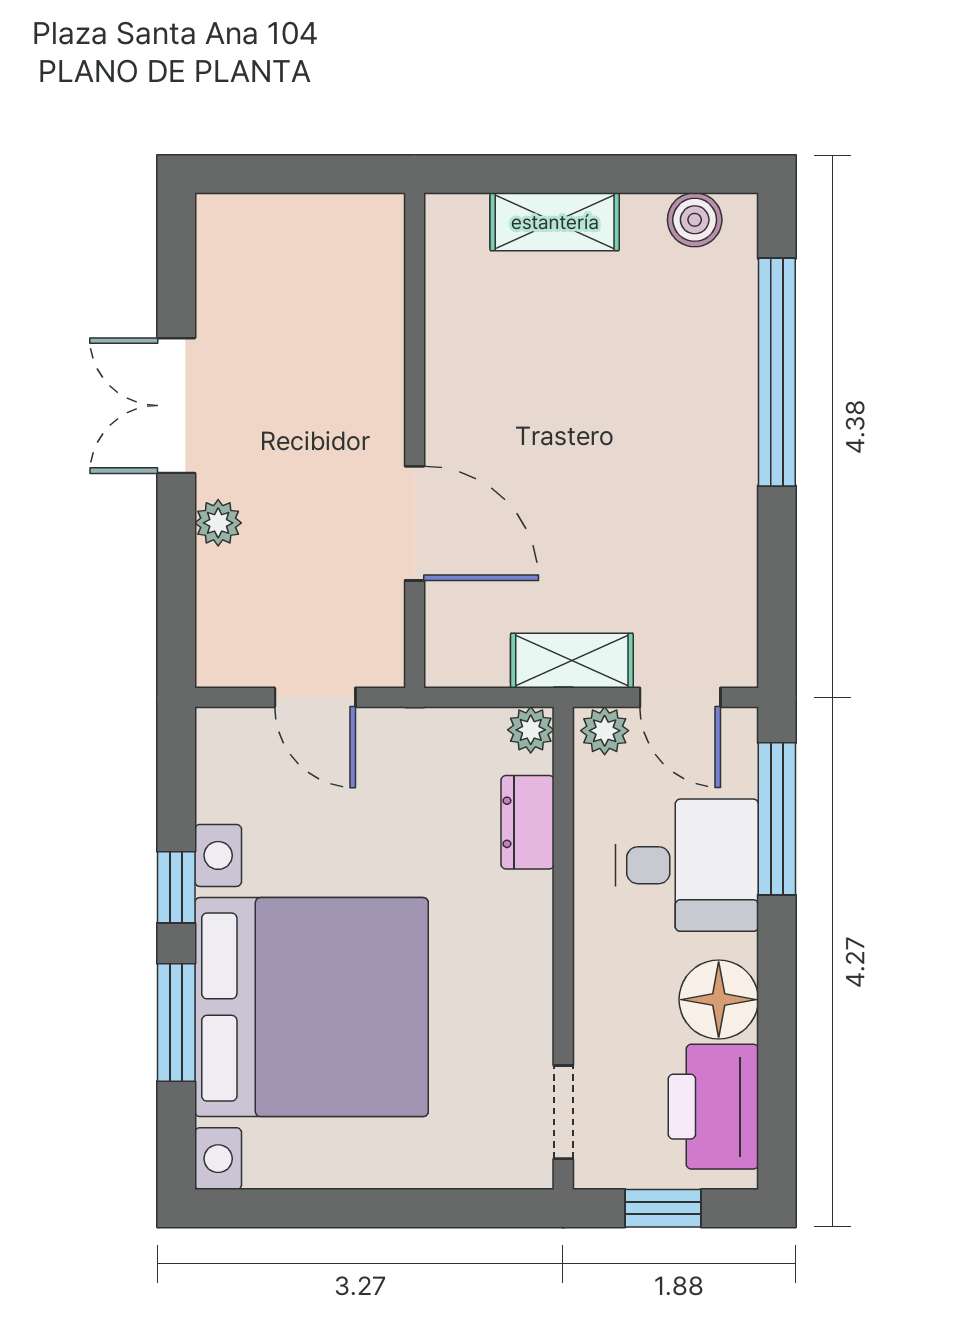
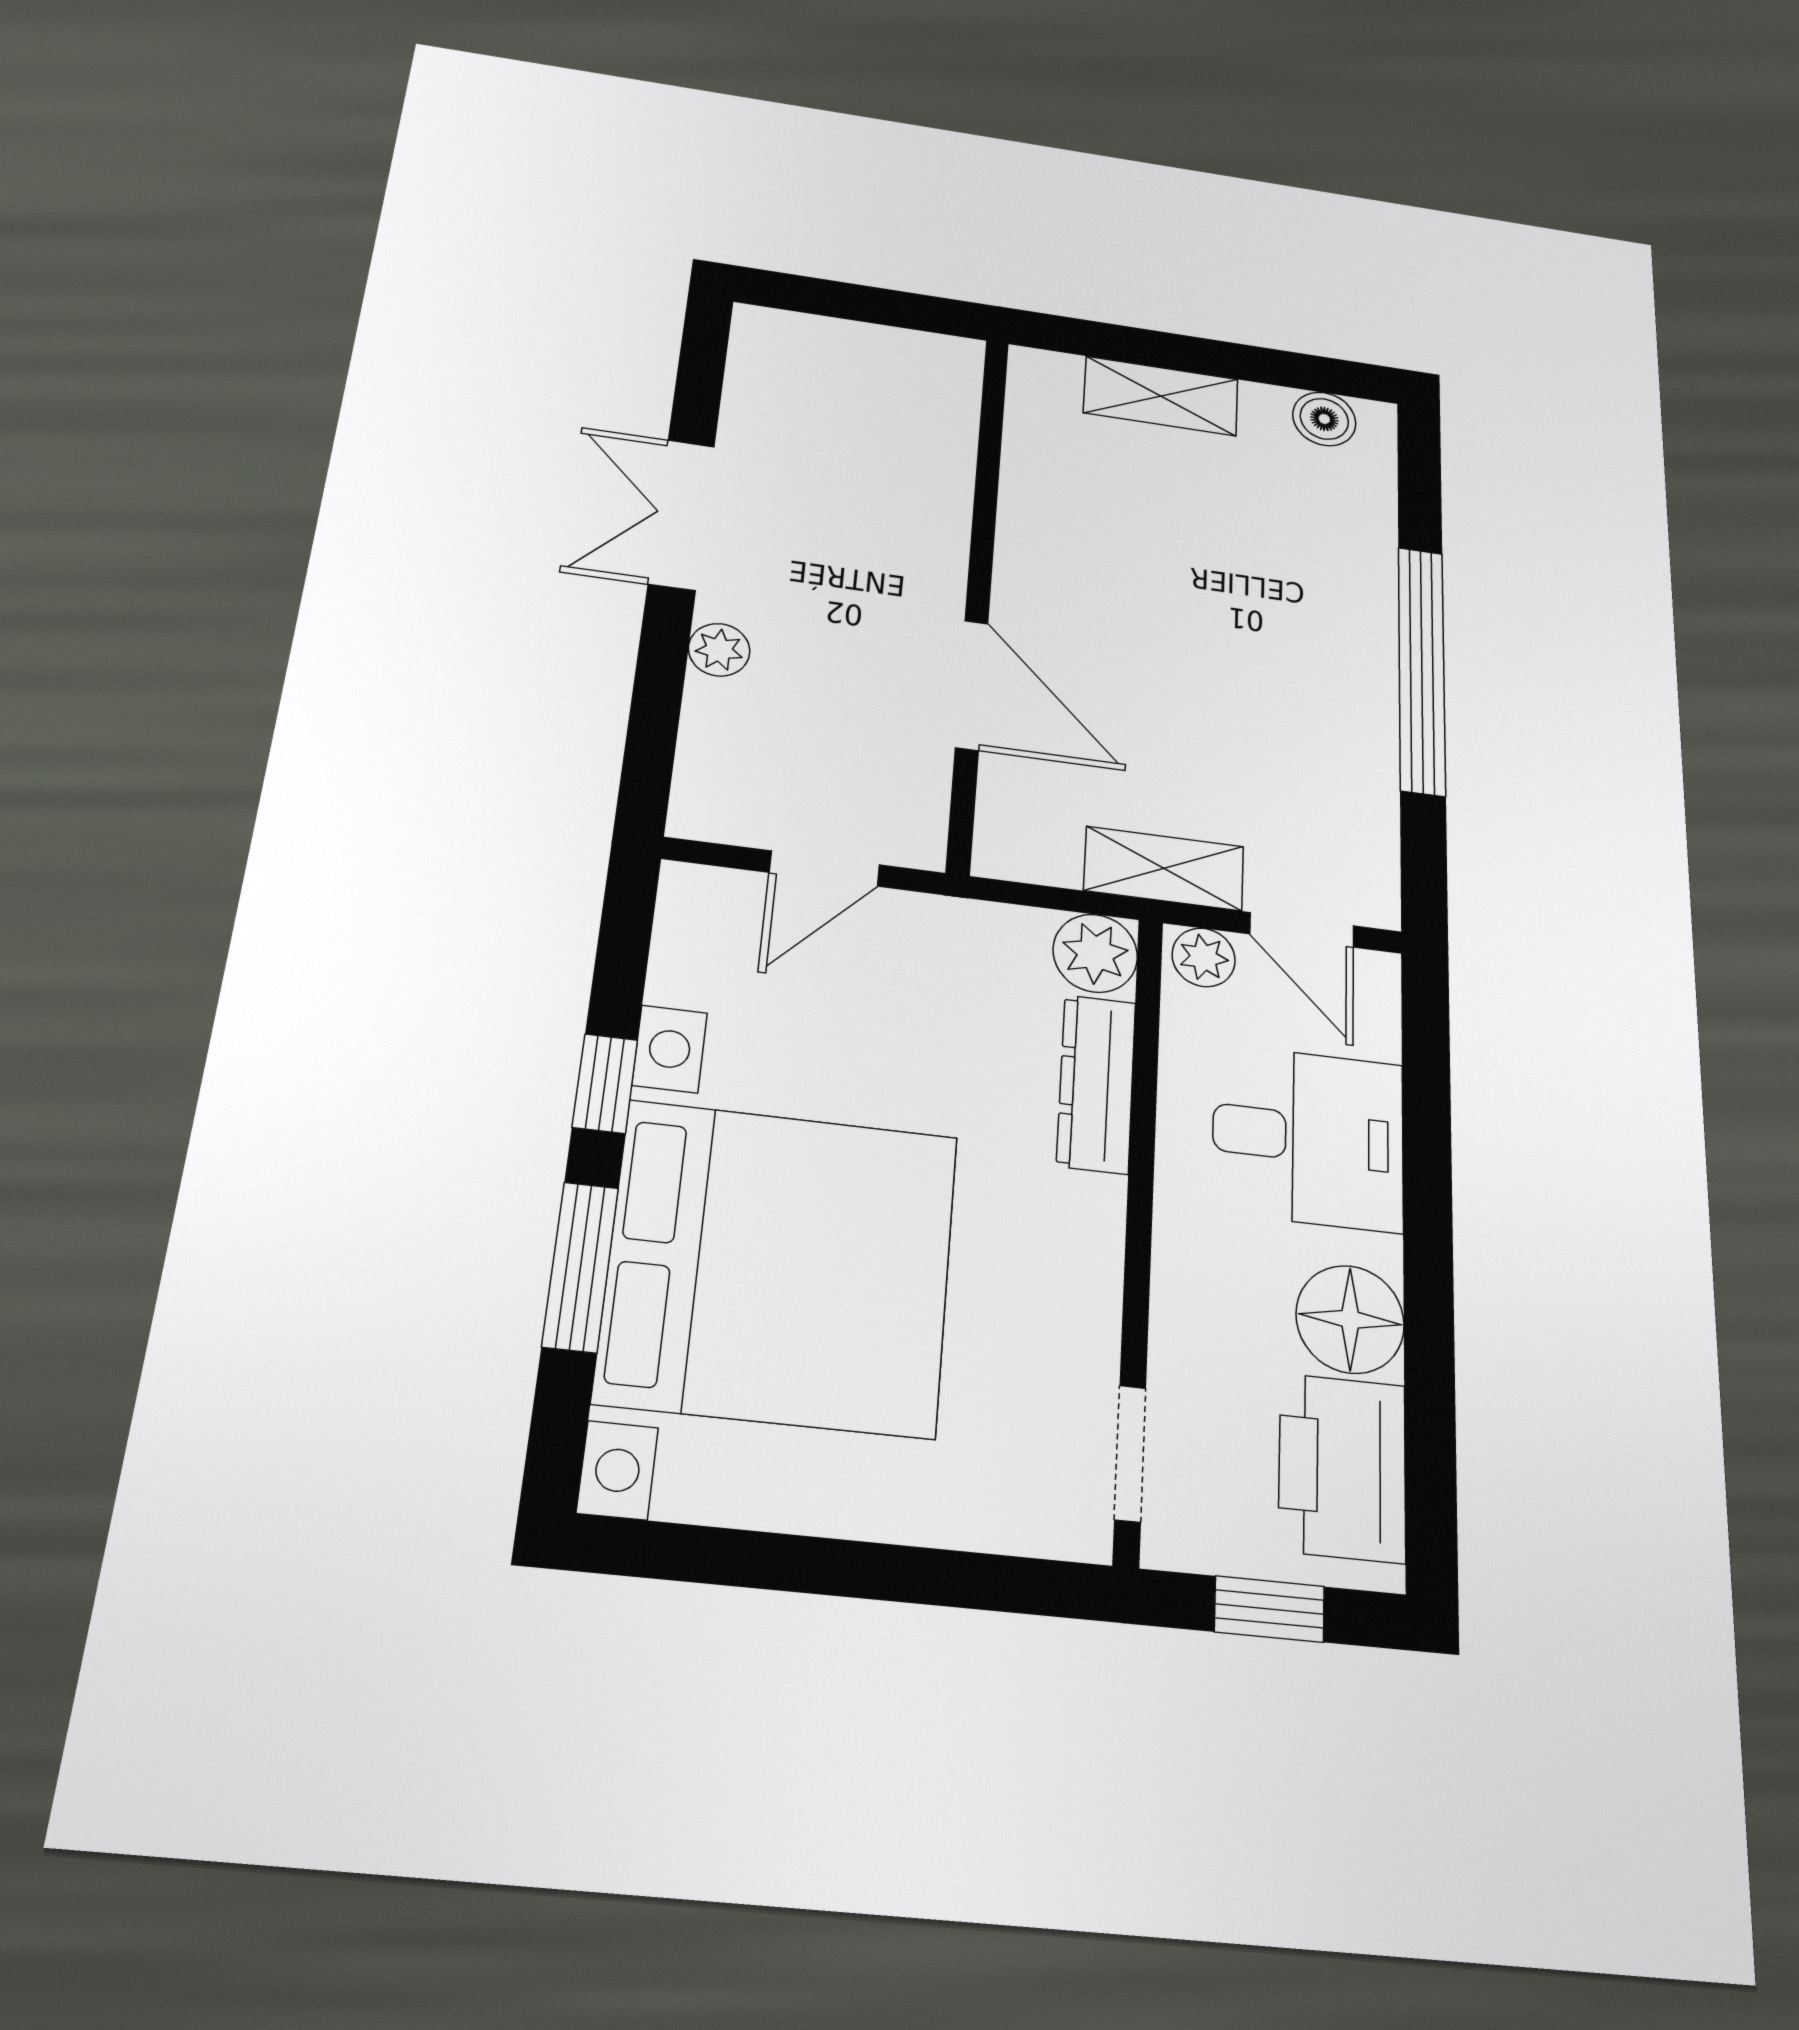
window: (777, 372) -> (1422, 670), moved
door: (315, 697) -> (824, 869), hinge flipped
plant: (531, 730) -> (1095, 953), width x1.38, depth x1.38
window: (777, 819) -> (1426, 1093), removed
dresser: (528, 822) -> (1096, 1084), width x1.44

